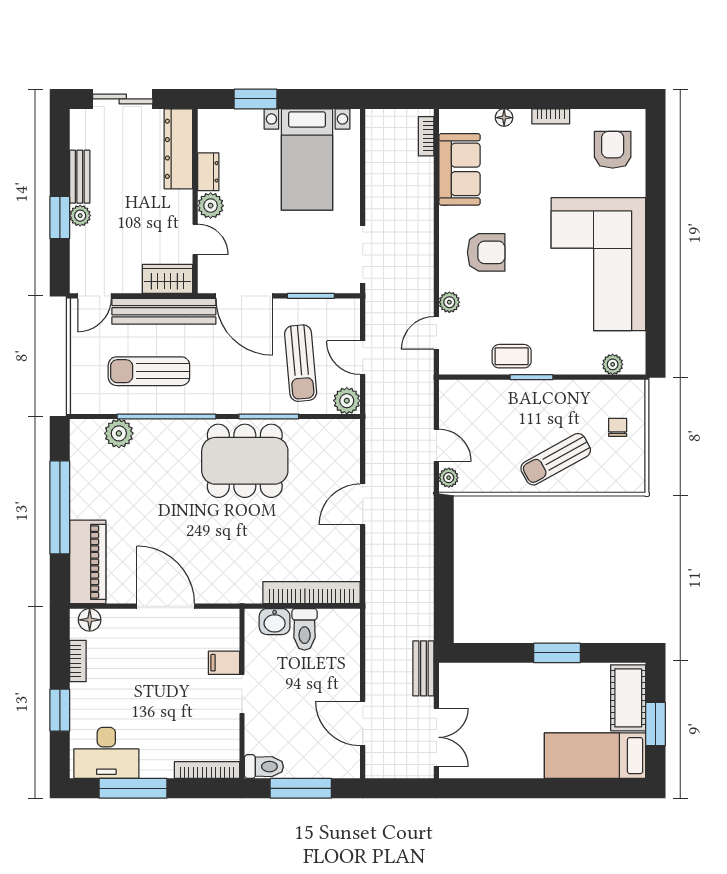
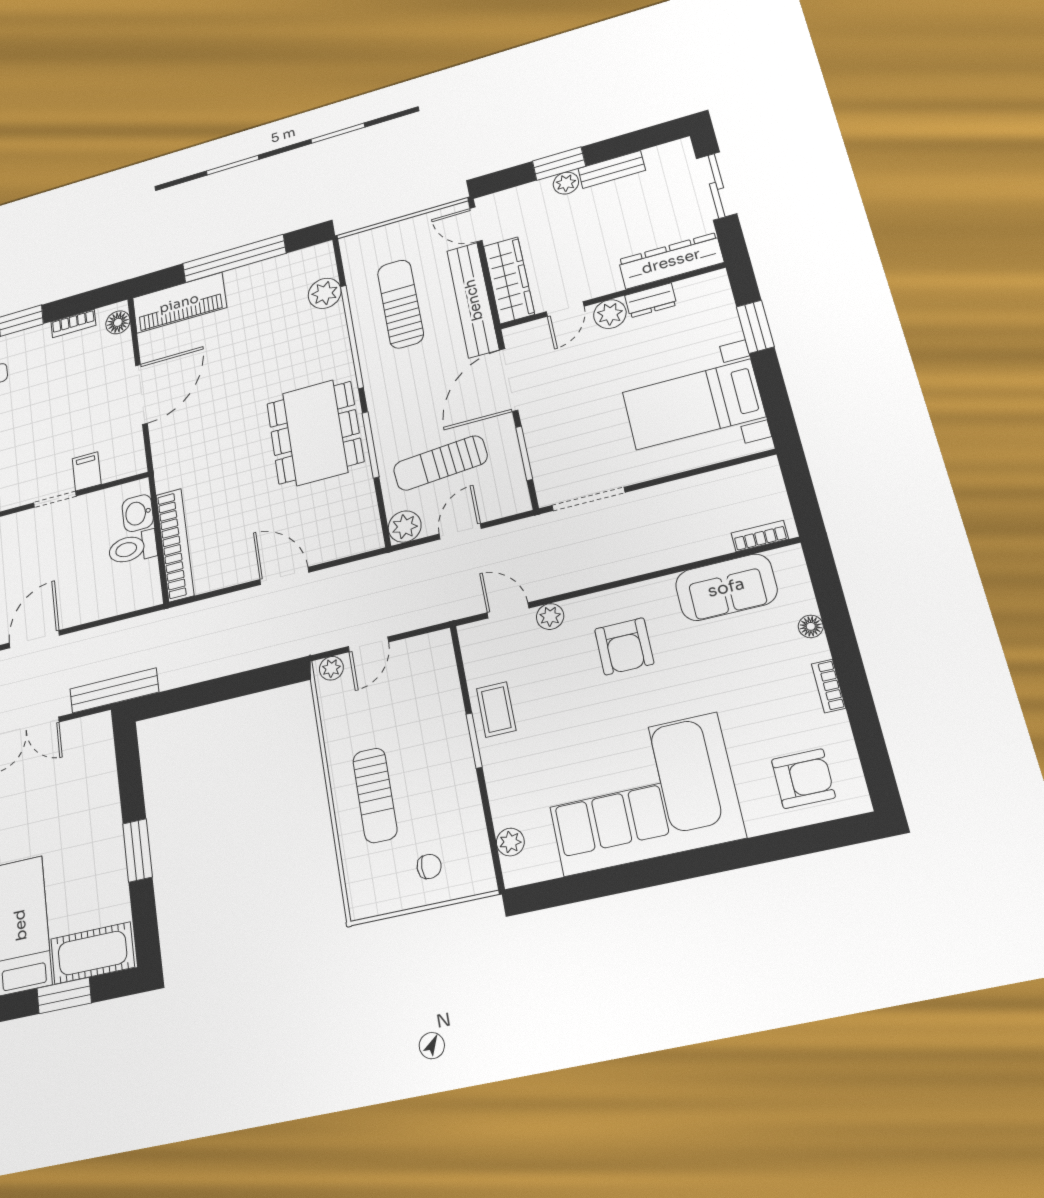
wardrobe: (168, 279) -> (509, 280), width x1.50
sun lounger: (556, 459) -> (375, 795), turned -151
bench: (423, 668) -> (114, 690), width x1.36

